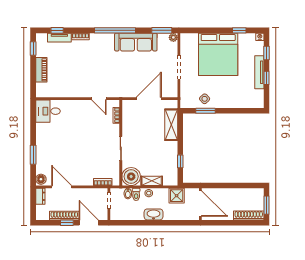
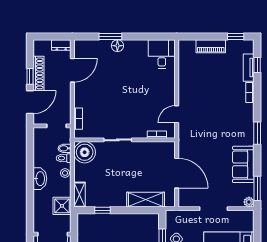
window: (115, 30) -> (257, 133), width x0.47
sofa: (136, 42) -> (243, 164), width x0.73
floor lamp: (41, 179) -> (117, 46), moved
shelving: (152, 181) -> (79, 195), moved

